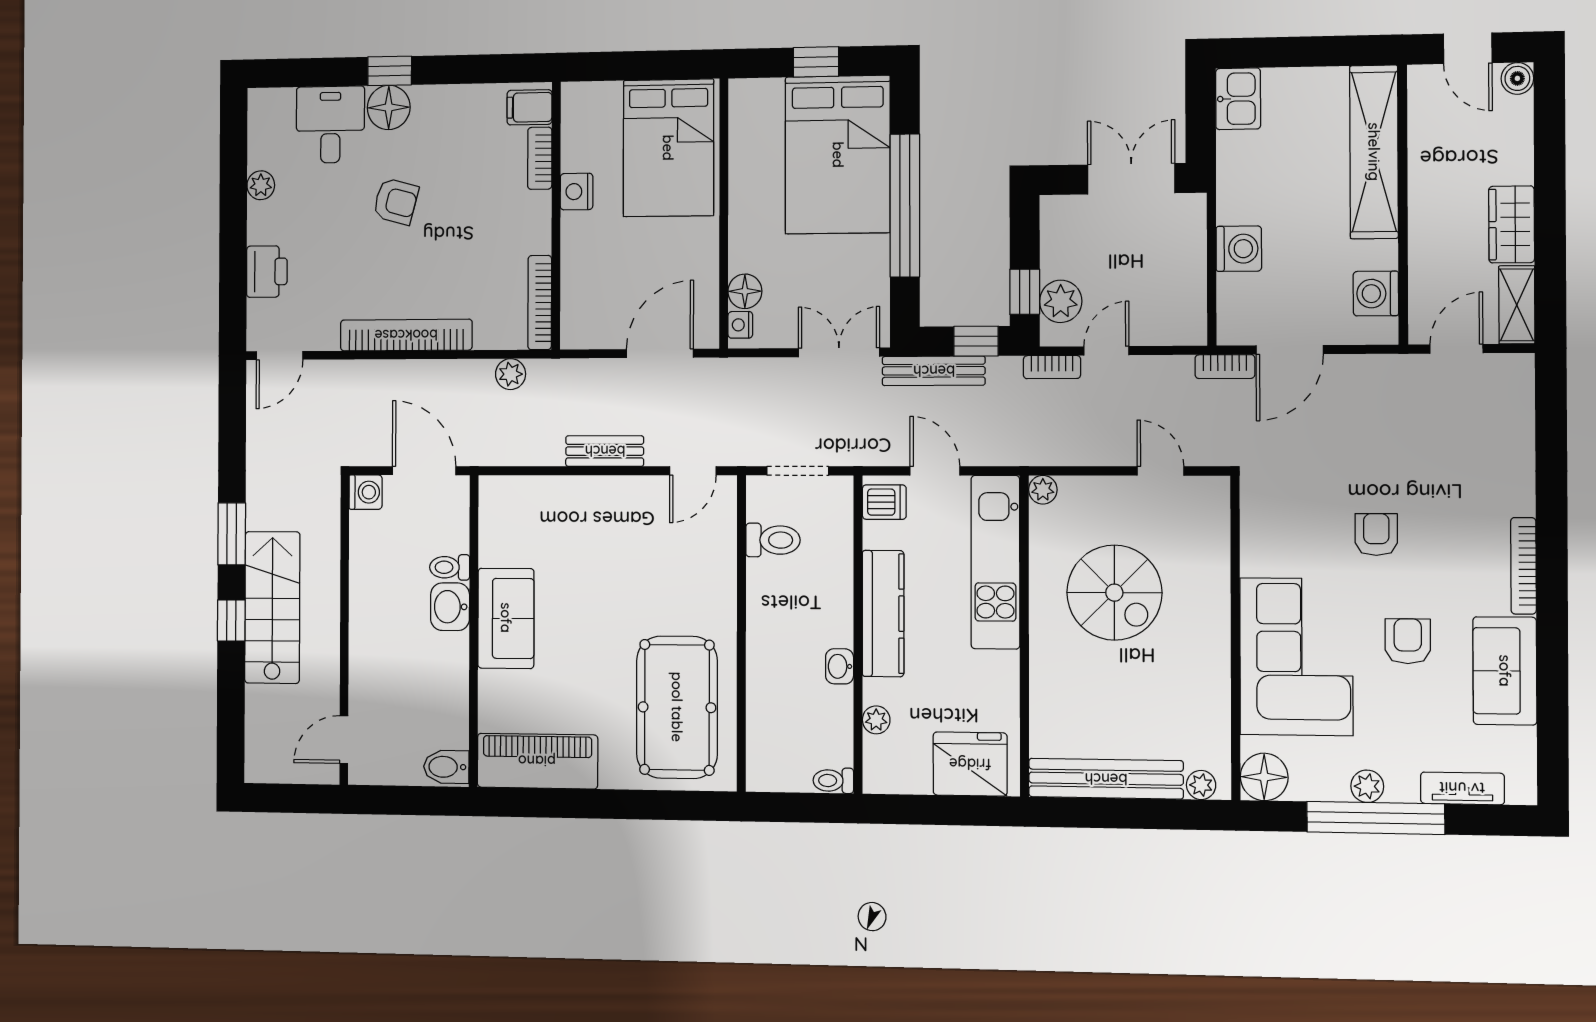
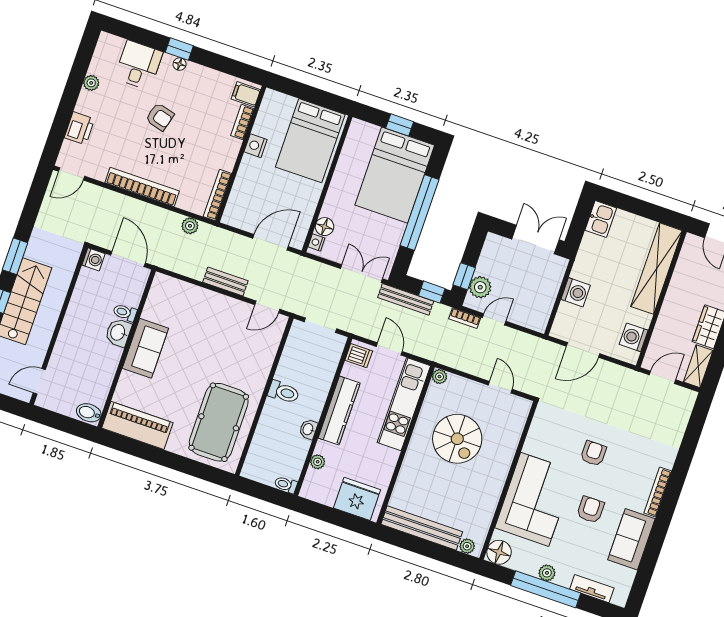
floor lamp: (389, 107) -> (180, 64), width x0.53, depth x0.53
bookcase: (1225, 367) -> (549, 347), removed
toilet: (773, 540) -> (284, 392), moved

